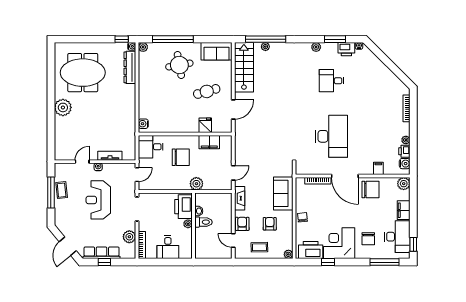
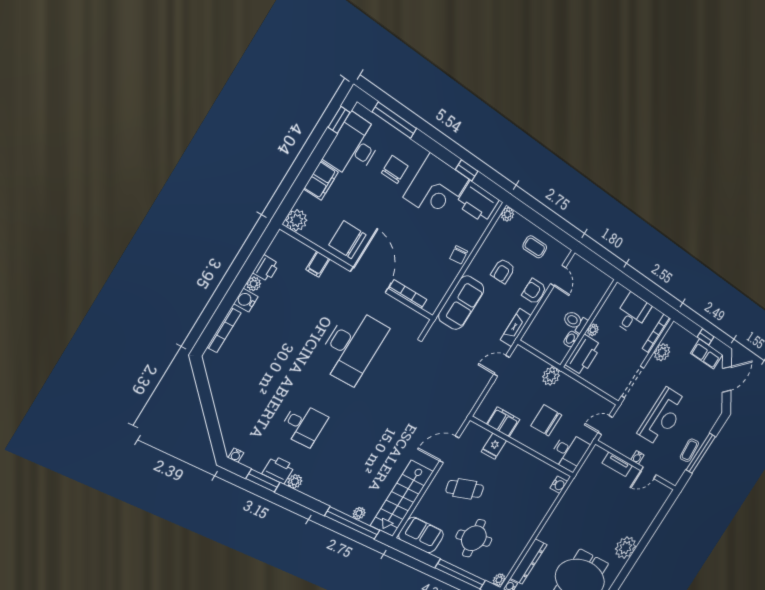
printer: (346, 49) -> (278, 470), moved
desk: (331, 136) -> (352, 346), turned 180
water cooler: (405, 164) -> (246, 300), moved
armchair: (242, 224) -> (534, 291), turned 90
row of seats: (102, 253) -> (707, 354), width x0.68

